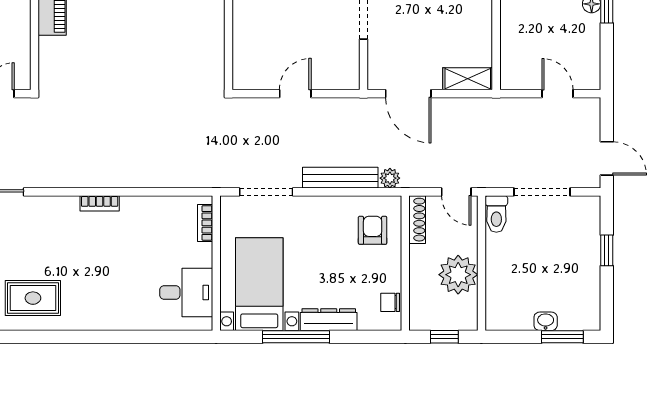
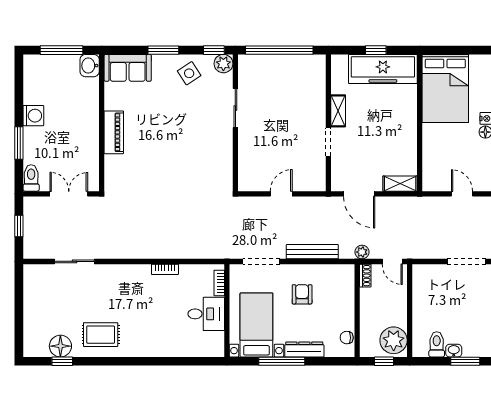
plant: (390, 178) -> (362, 252), moved
doorway: (542, 192) -> (467, 261), moved
bookcase: (100, 203) -> (165, 269), moved
toilet: (496, 214) -> (437, 344), moved, turned 180
shoe rack: (417, 220) -> (365, 276), width x0.70
armchair: (373, 230) -> (302, 294), moved
plant: (458, 275) -> (394, 340), moved
desk: (186, 292) -> (206, 314), moved

